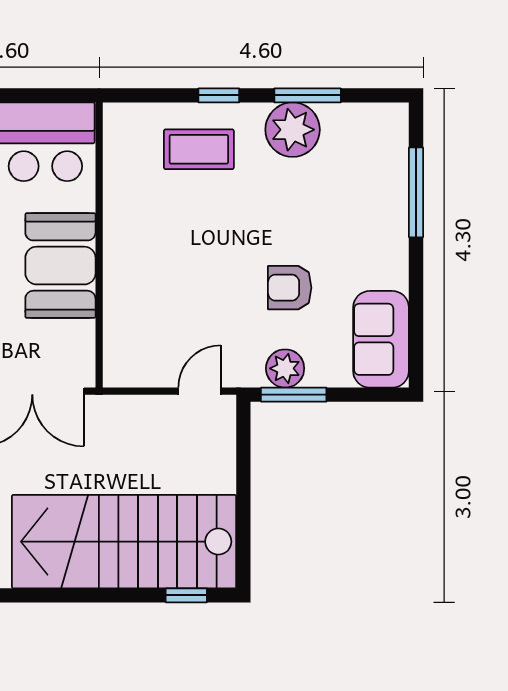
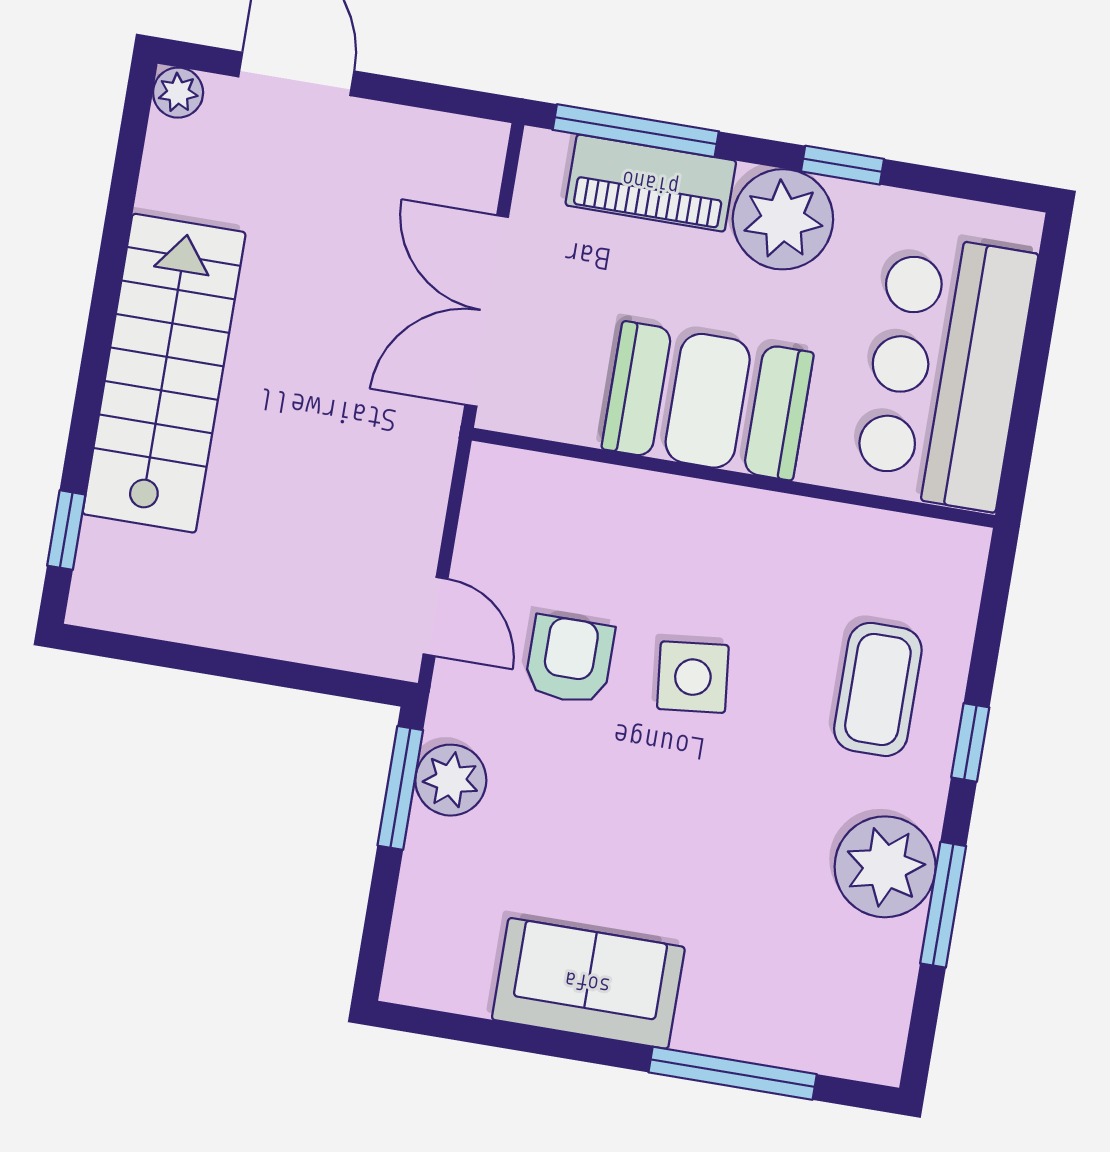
side table: (209, 249) -> (693, 677), added
armchair: (290, 288) -> (569, 660), moved
sofa: (381, 339) -> (588, 983), moved
stairs: (124, 542) -> (164, 373), width x0.73, depth x0.66

